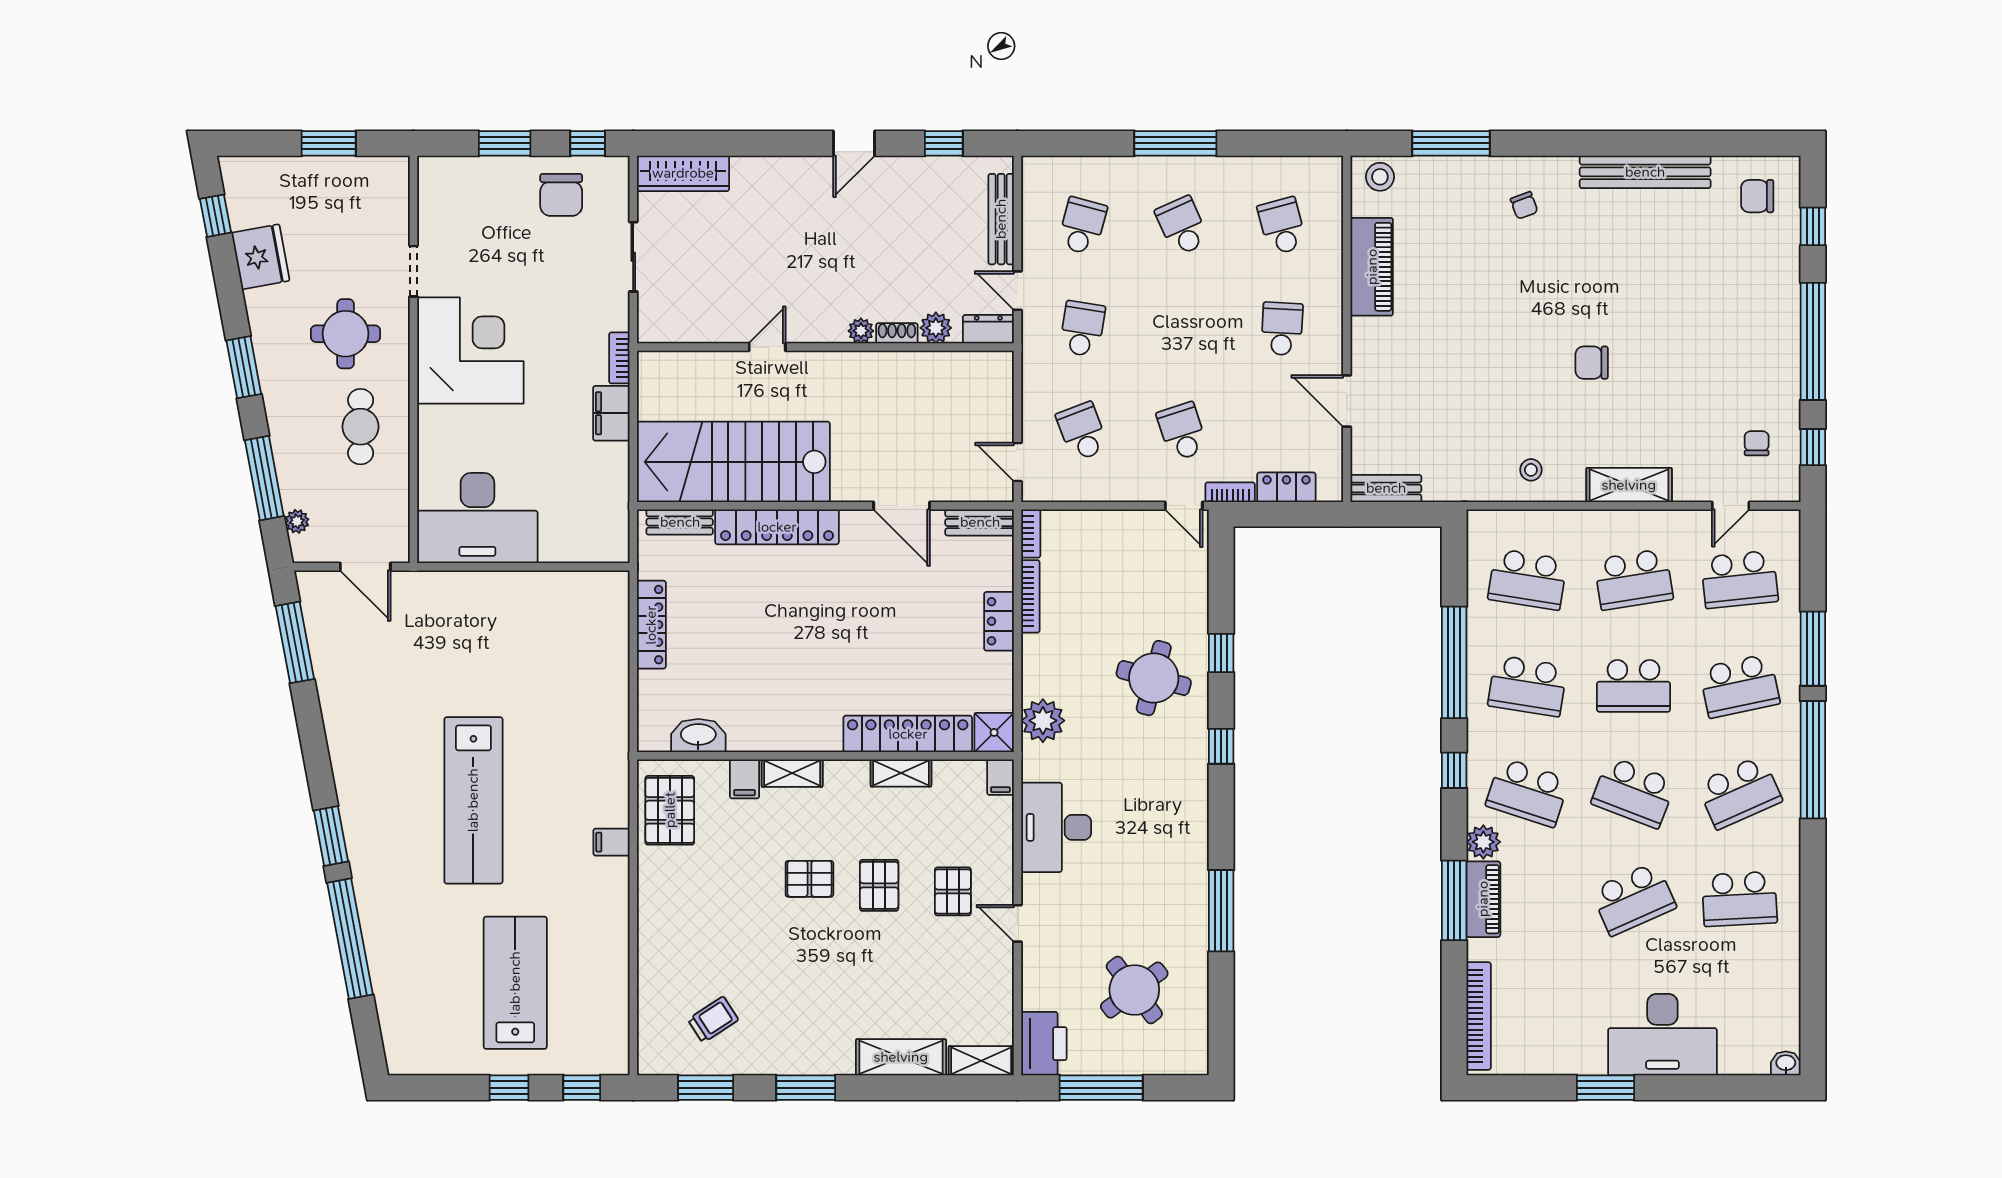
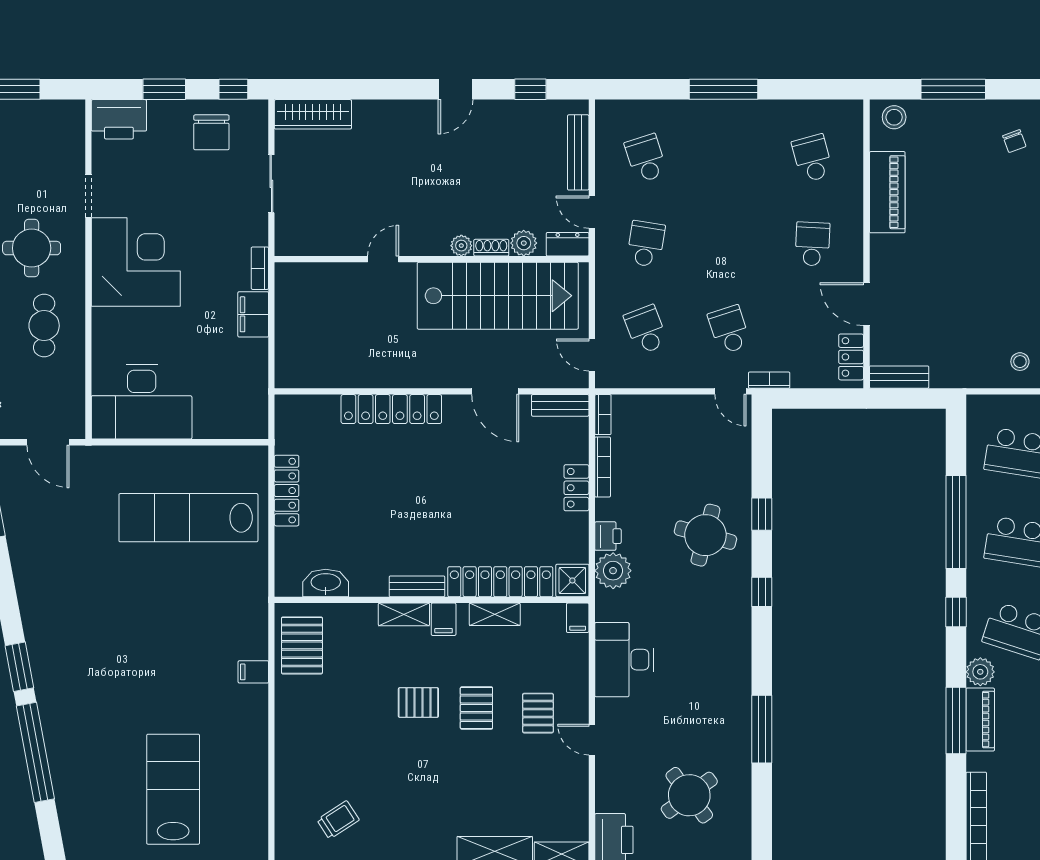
printer: (450, 179) -> (119, 119), added
school desk: (1082, 226) -> (646, 158), turned -33
school desk: (1182, 226) -> (729, 158), removed
stairs: (733, 462) -> (498, 296), moved, turned 180
locker: (1286, 487) -> (851, 357), moved, turned -90
bench: (680, 522) -> (417, 586), moved
printer: (1037, 679) -> (608, 536), added
filing cabinet: (744, 779) -> (444, 619), moved
lab bench: (473, 800) -> (188, 518), moved, turned 90

